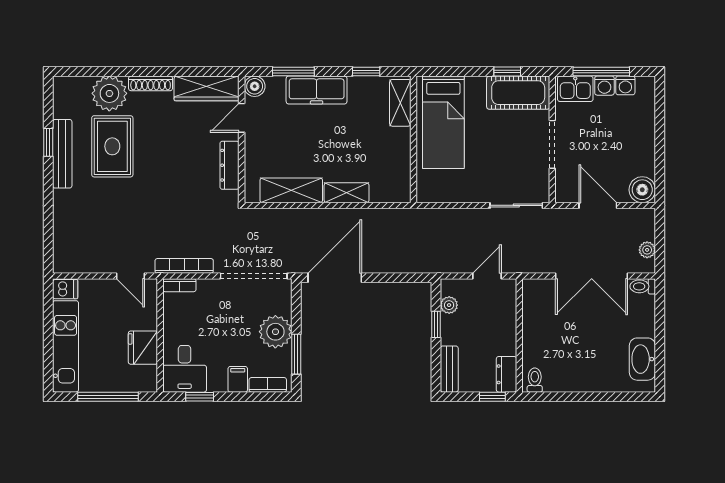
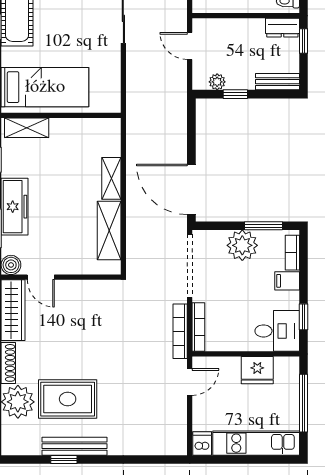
dresser: (230, 165) -> (85, 289), removed
bookcase: (179, 285) -> (198, 327), width x1.56

